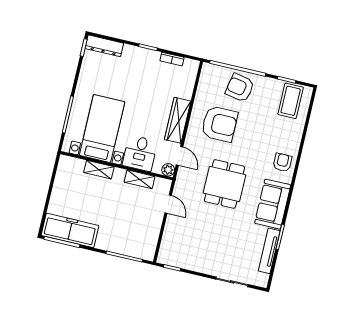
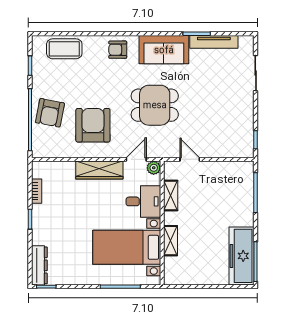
coffee table: (291, 101) -> (64, 49), moved
door: (168, 204) -> (190, 159), hinge flipped

